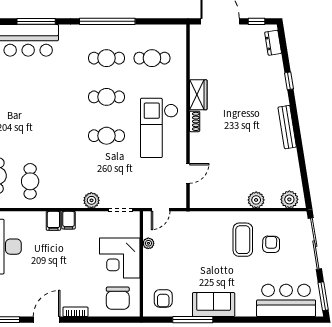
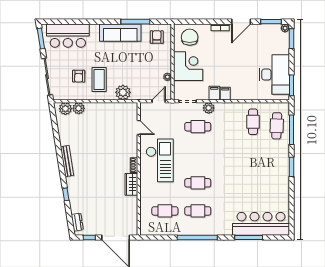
cafe table: (107, 136) -> (198, 127), moved
door: (188, 173) -> (139, 128), swing flipped
plant: (256, 200) -> (79, 108), moved
filing cabinet: (53, 221) -> (214, 93), moved
plant: (210, 222) -> (123, 92), added
sofa: (214, 305) -> (120, 33), width x1.36

